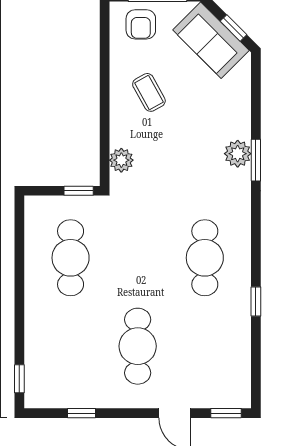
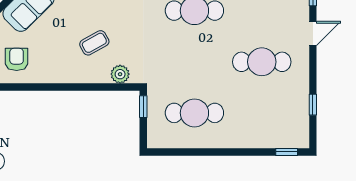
armchair: (141, 24) -> (17, 59), turned -90
coffee table: (149, 92) -> (94, 43), moved

